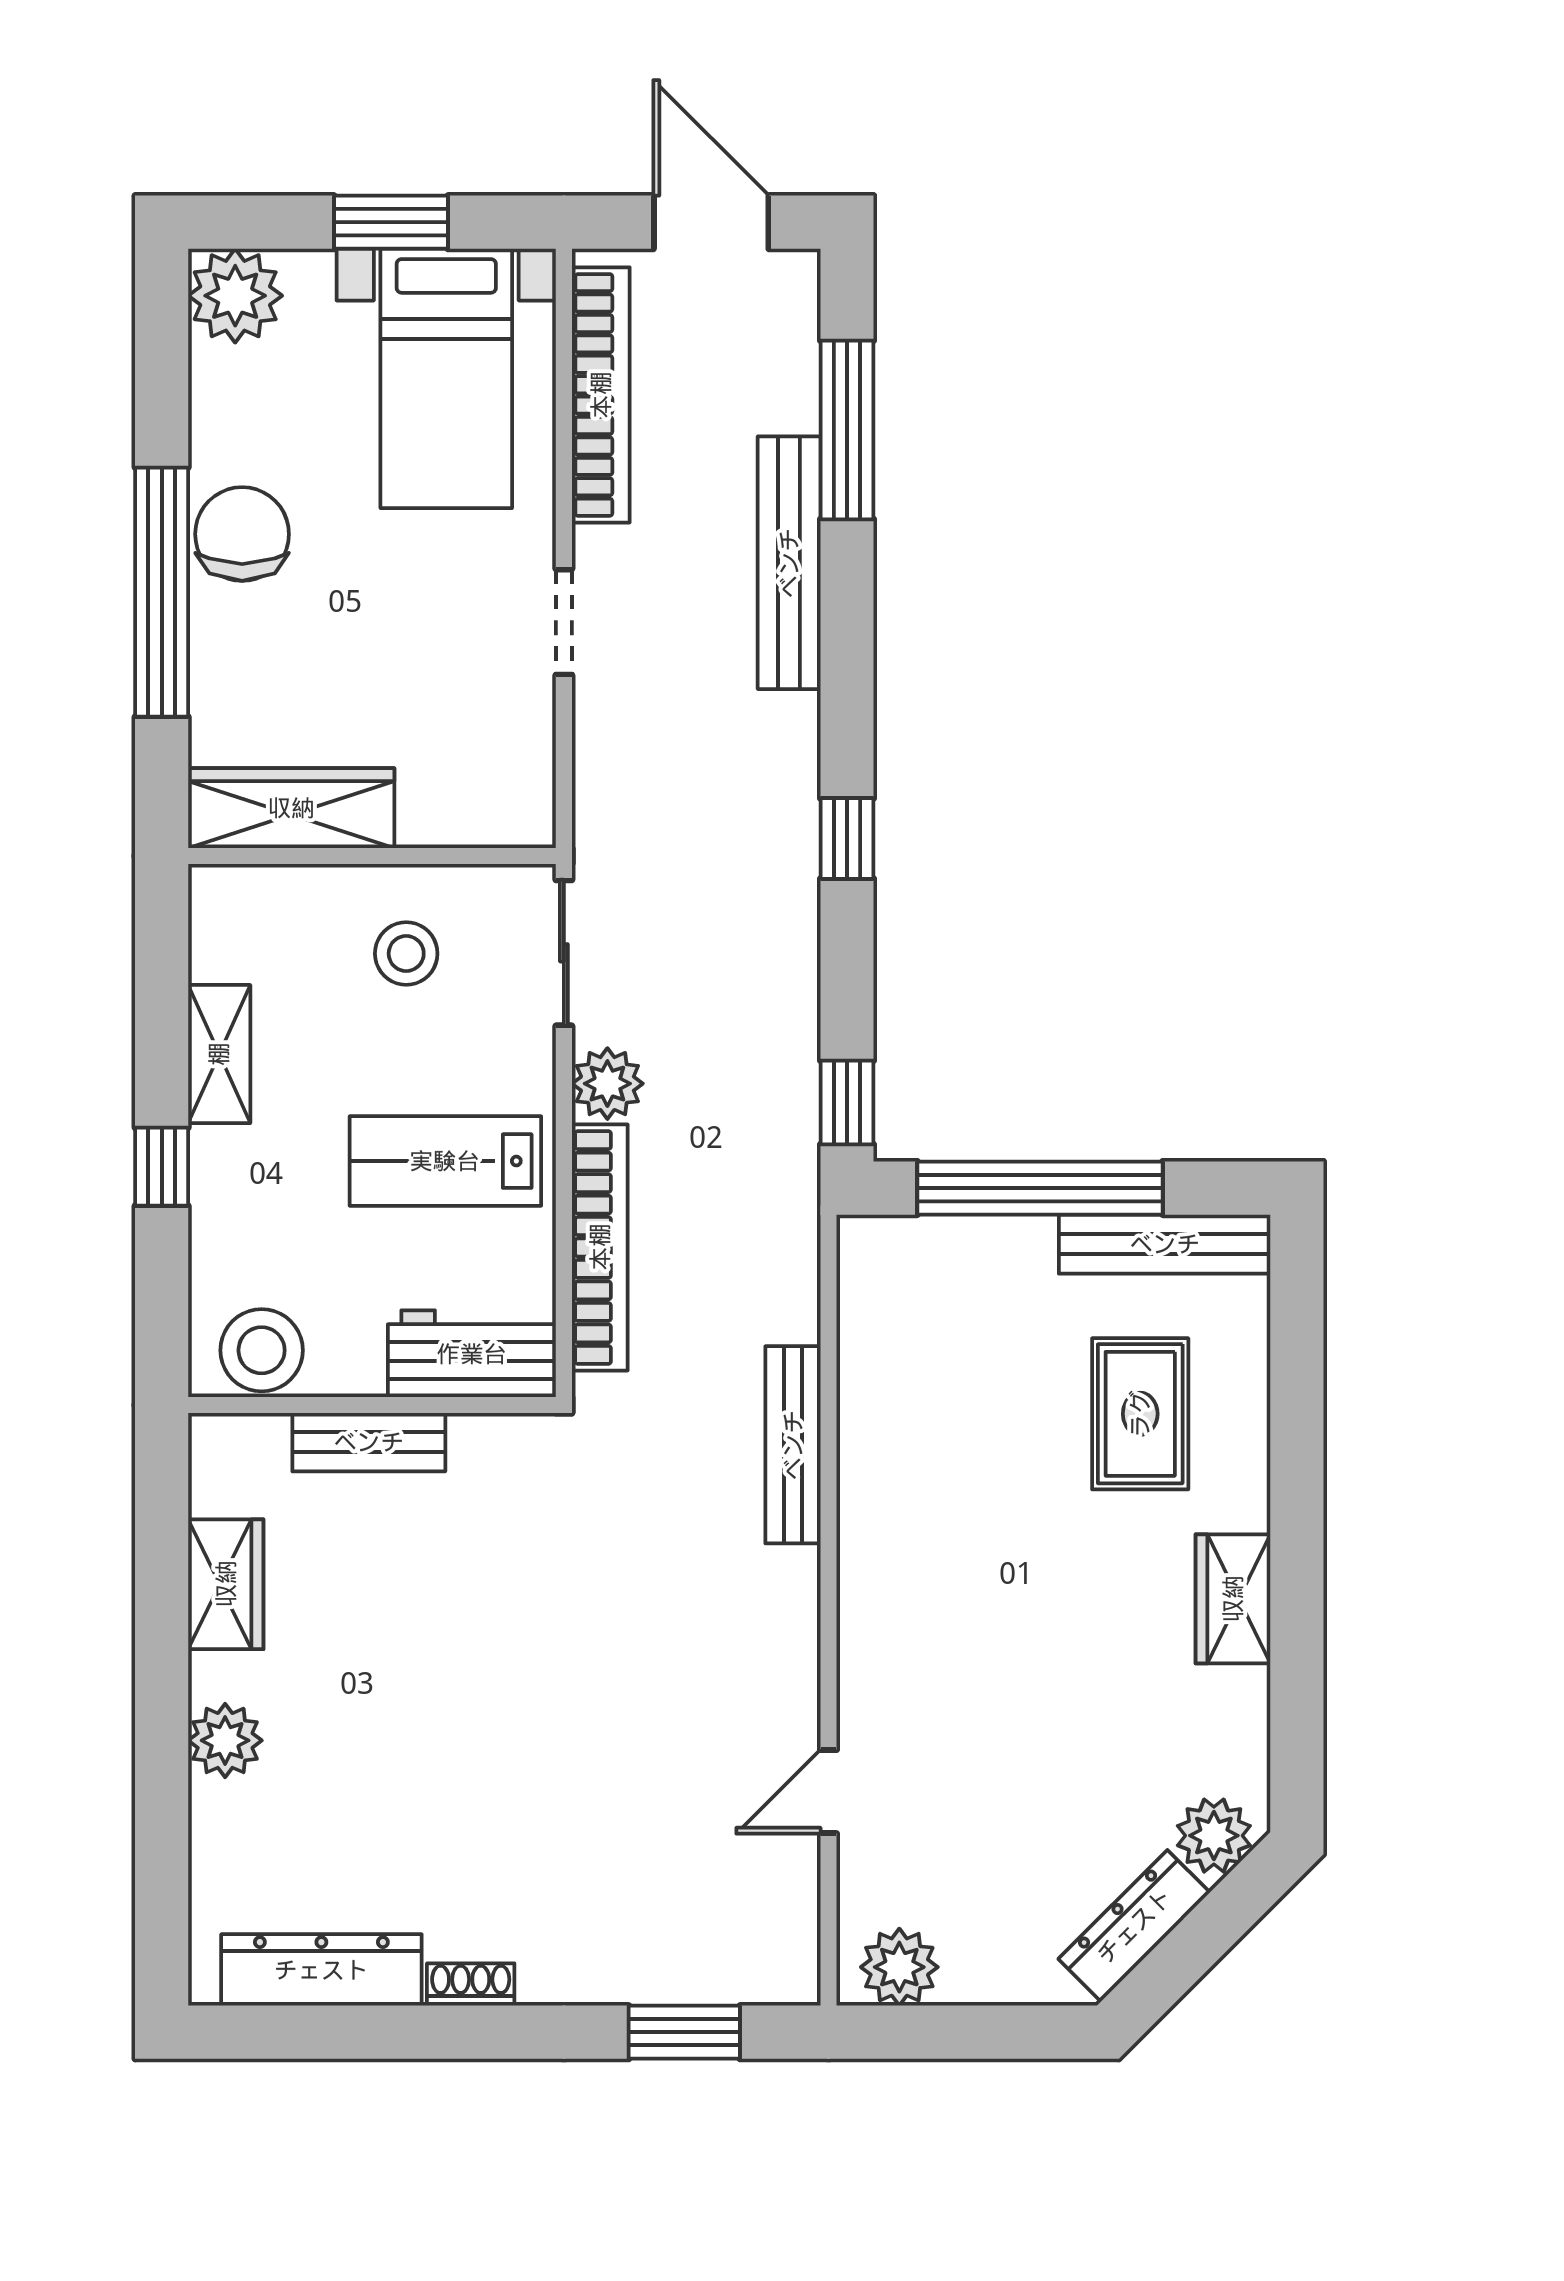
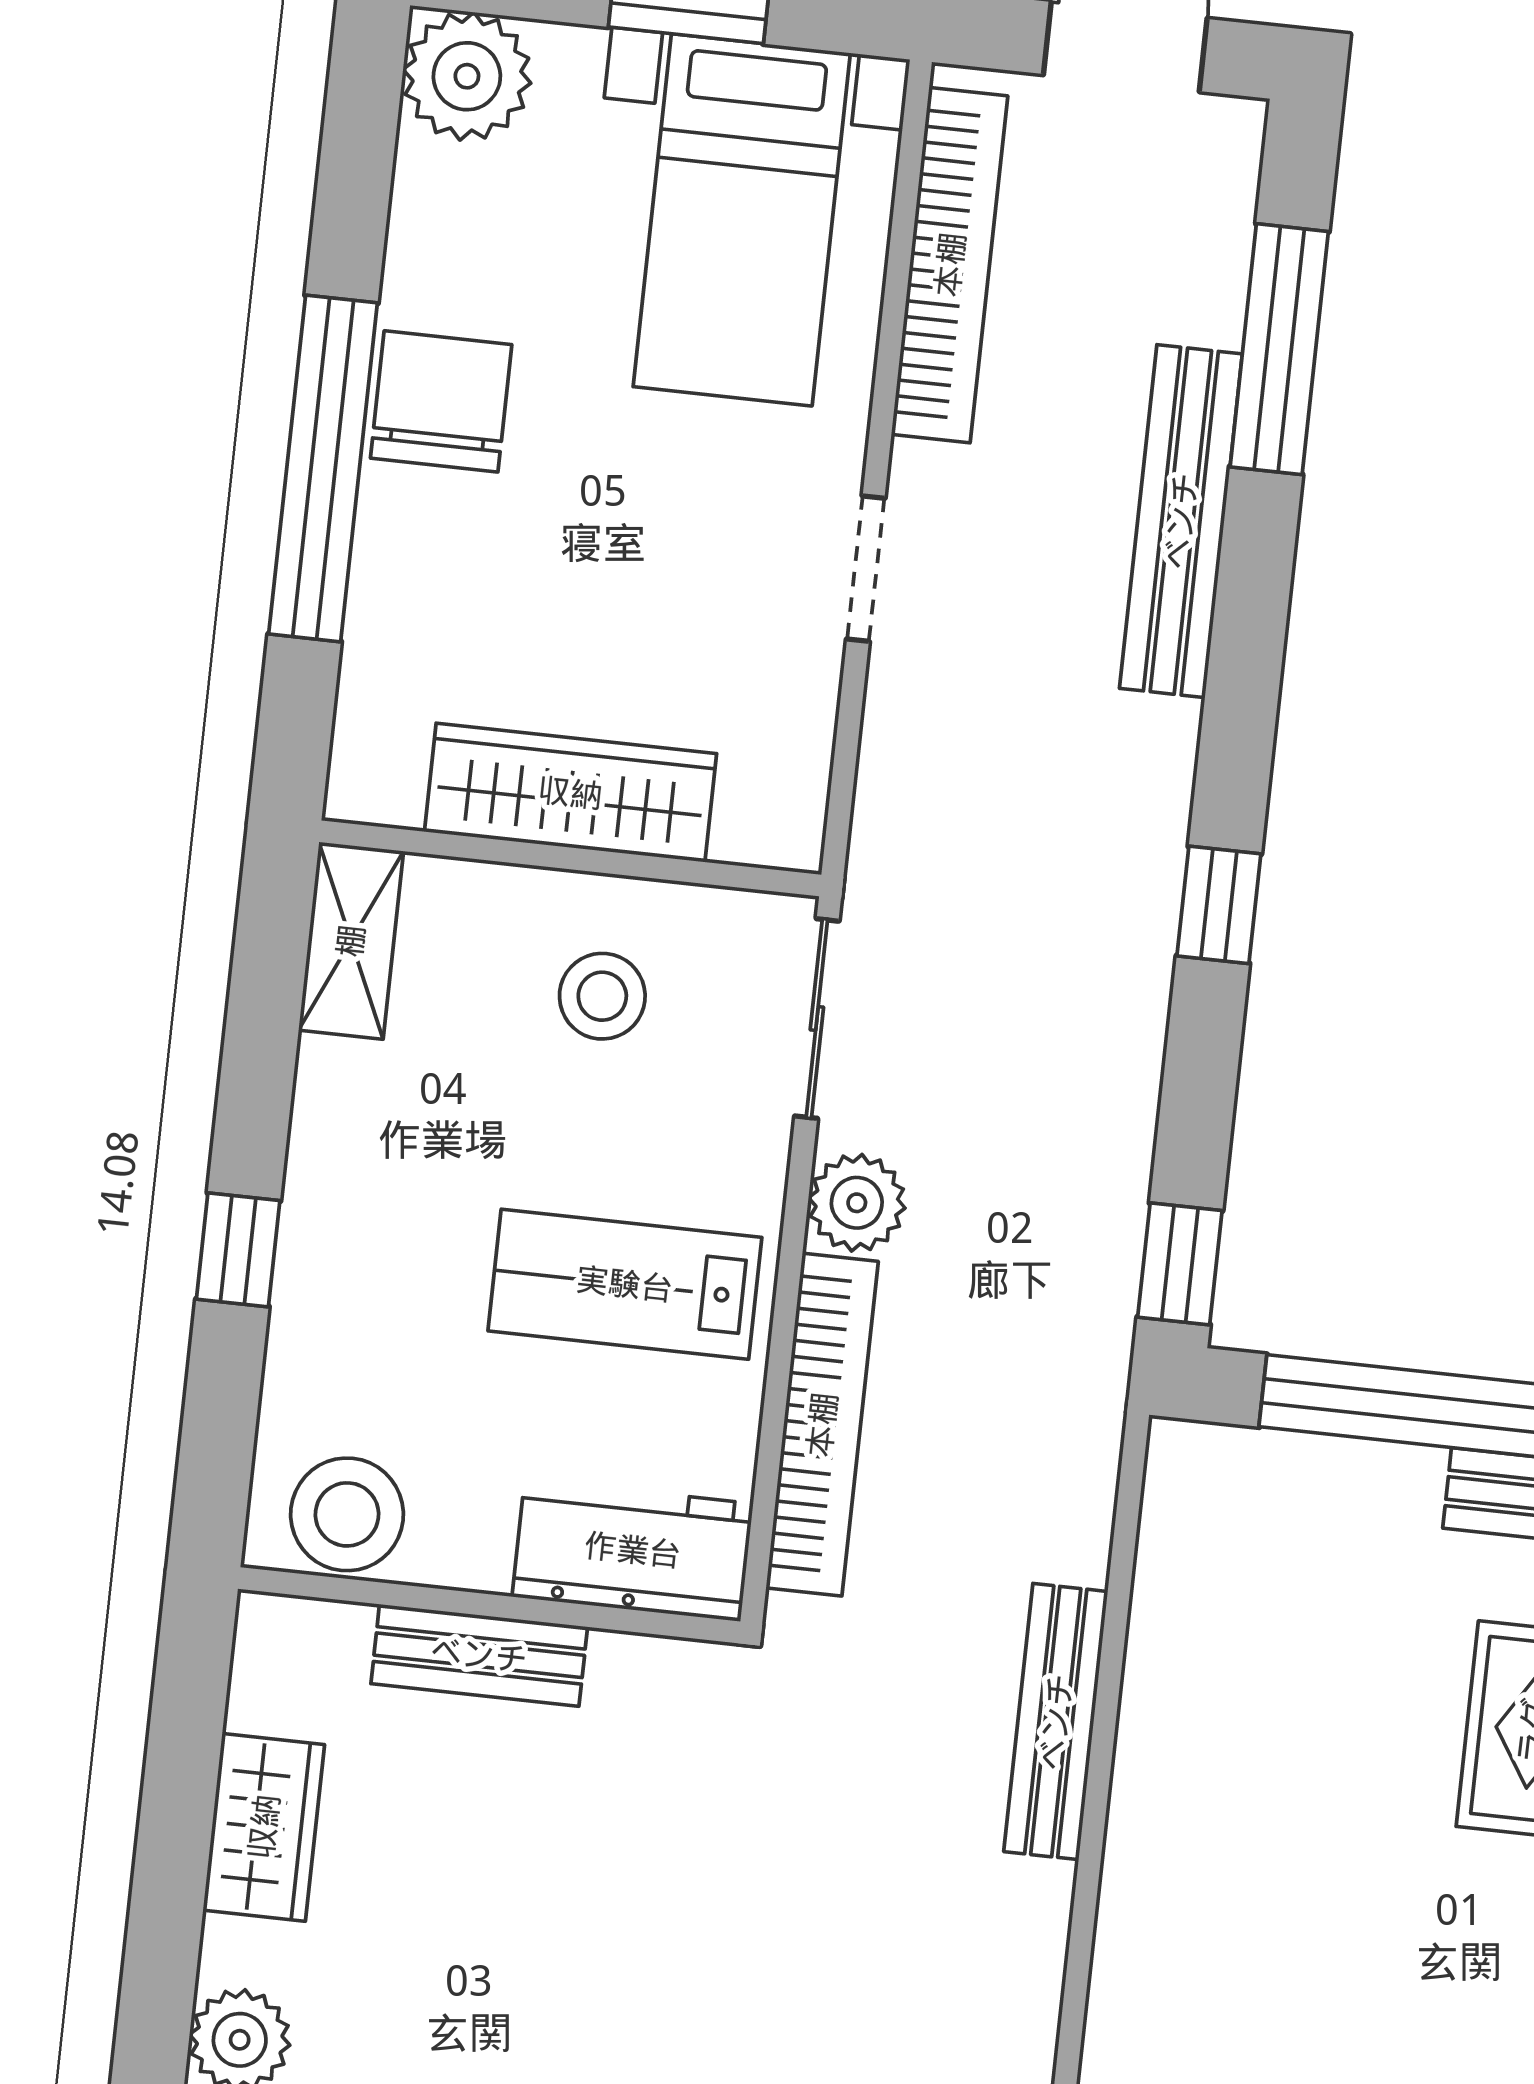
wardrobe: (291, 808) -> (570, 793), moved
shelving: (219, 1054) -> (351, 941), moved

